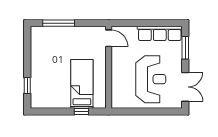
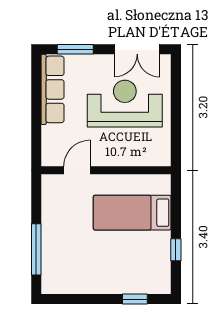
door: (109, 38) -> (77, 170), moved
double door: (185, 87) -> (137, 49), swing flipped
window: (81, 111) -> (176, 250), moved

